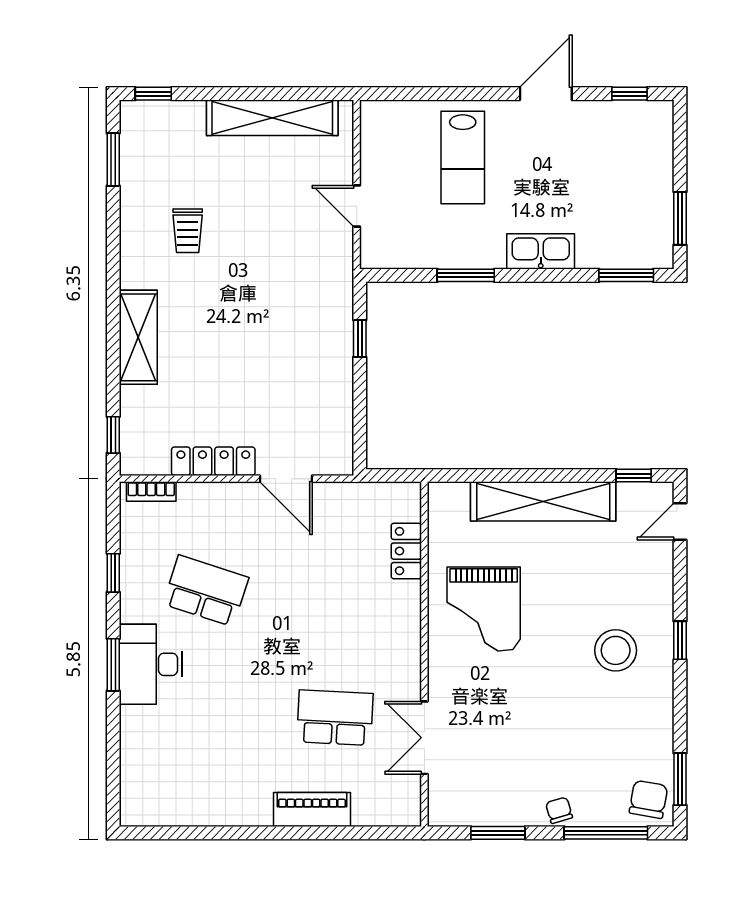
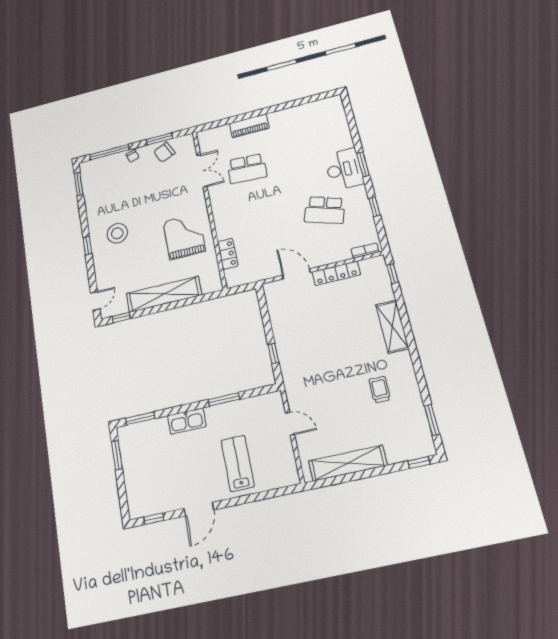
chair: (648, 799) -> (164, 152), moved, turned 56

